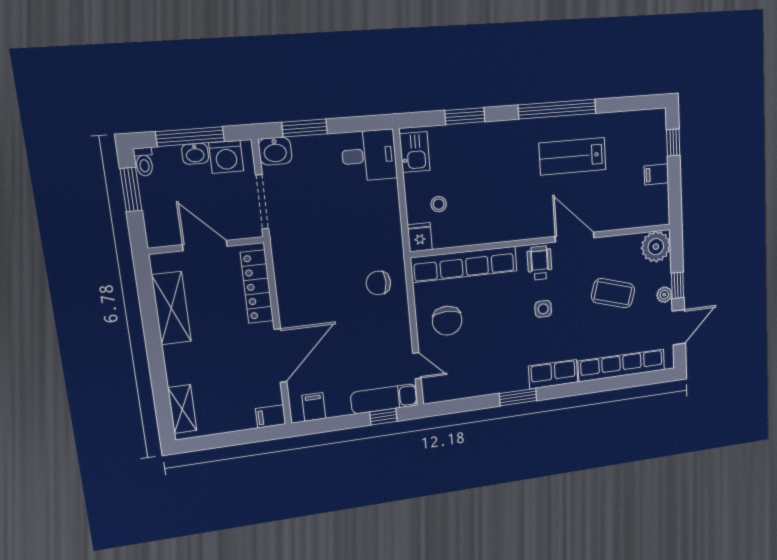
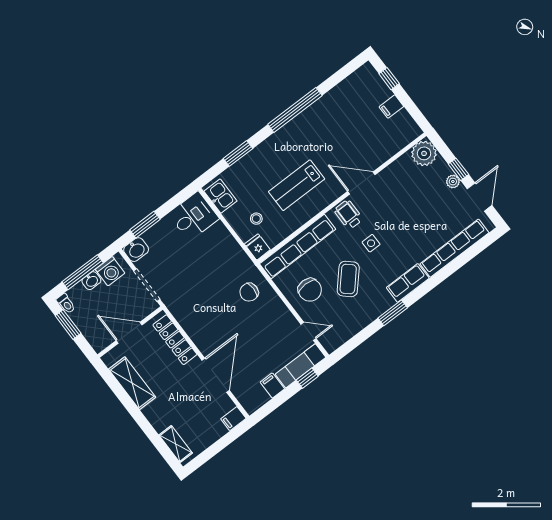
lab bench: (573, 156) -> (297, 185), moved
coffee table: (613, 293) -> (348, 279), moved, turned -64
filing cabinet: (314, 407) -> (272, 385), moved

